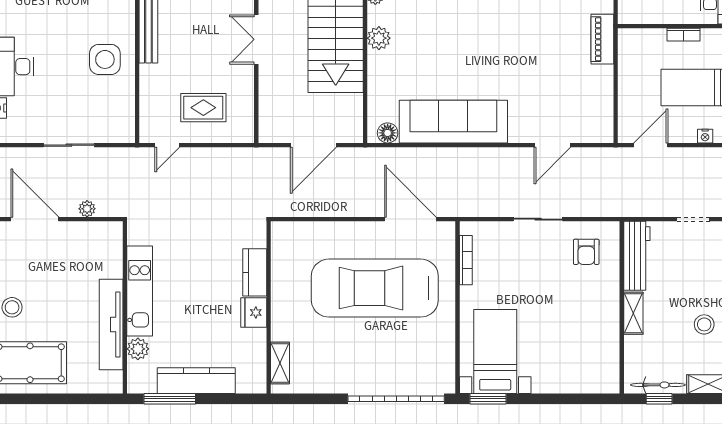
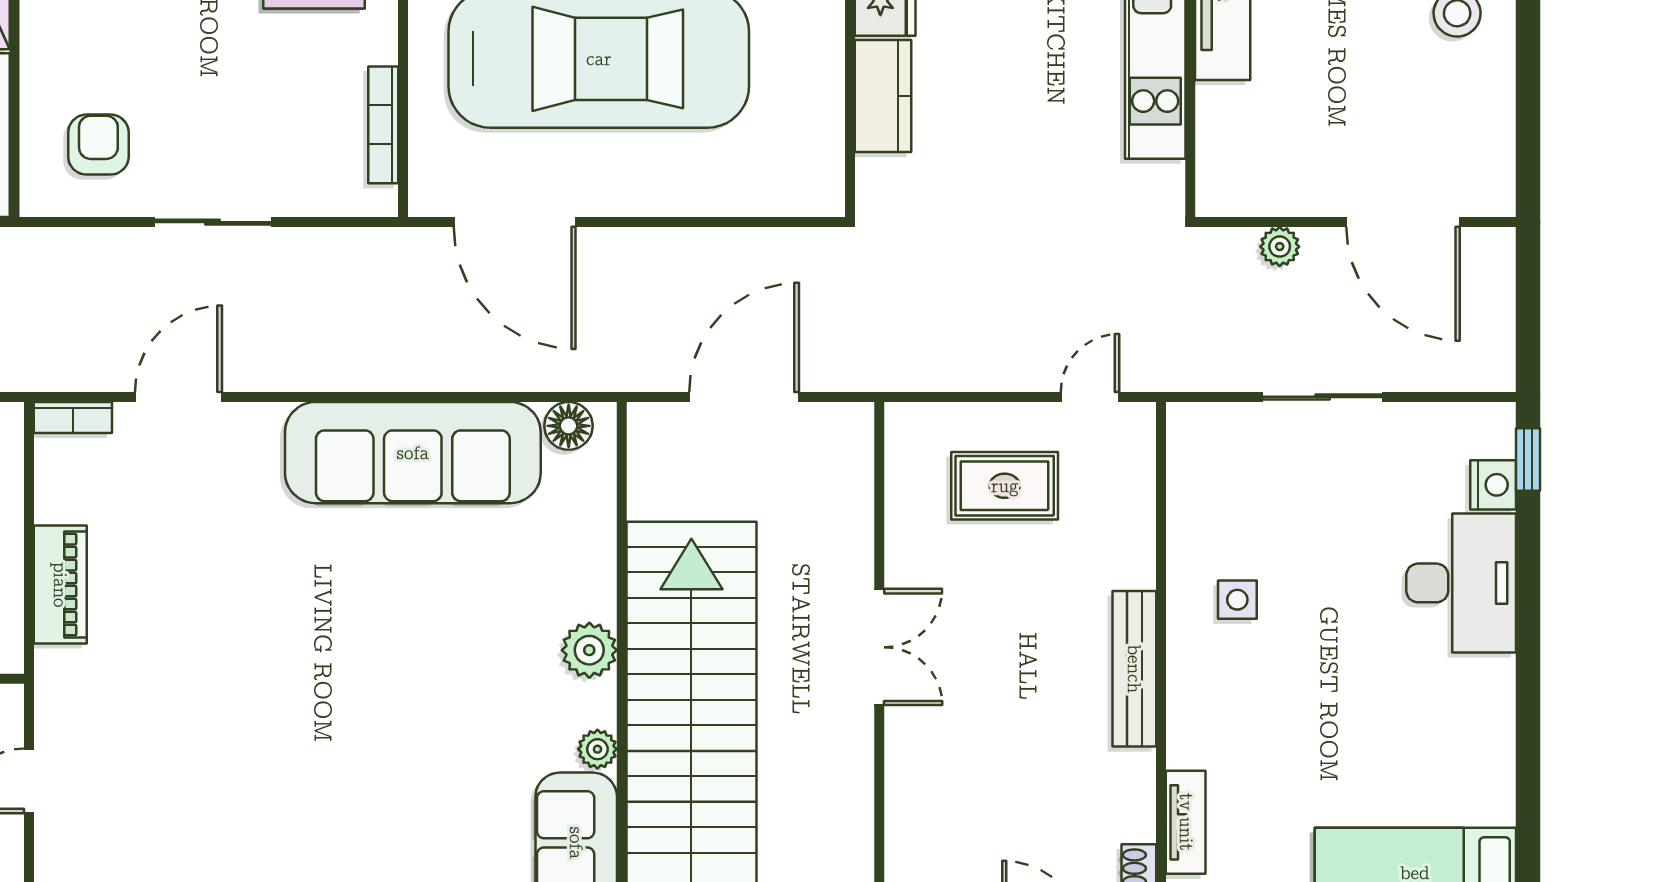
piano: (602, 39) -> (60, 585), moved
side table: (105, 59) -> (1237, 600), width x0.54, depth x0.54
bookcase: (597, 137) -> (73, 417), added

